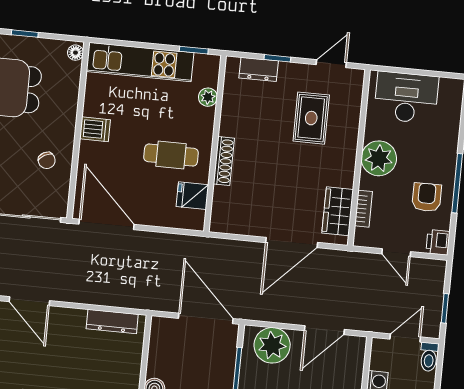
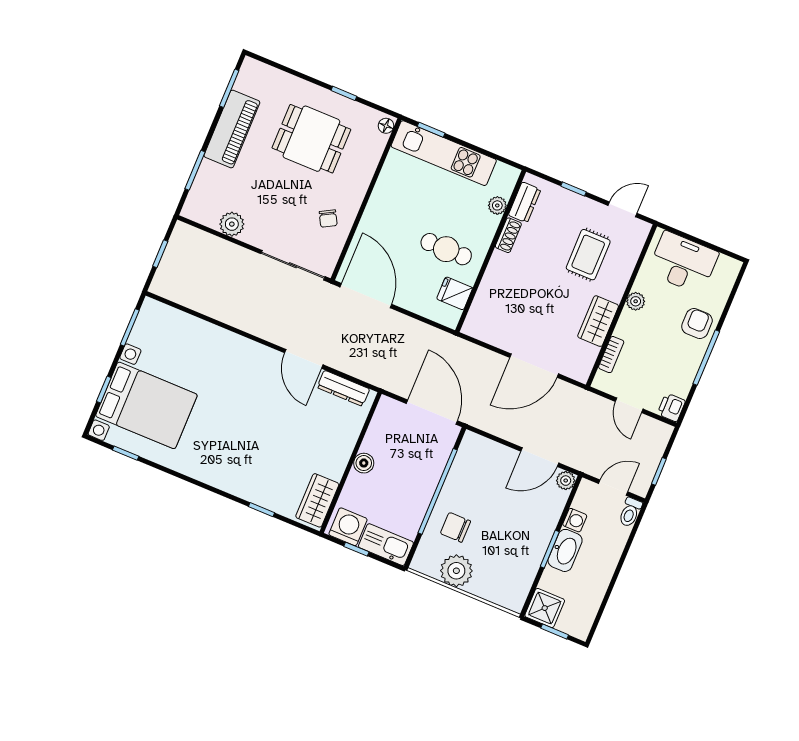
window: (194, 50) -> (431, 130), moved
dresser: (259, 69) -> (525, 202), moved, turned -90
dishwasher: (95, 129) -> (382, 203), removed
plant: (379, 158) -> (636, 301), width x0.53, depth x0.53
shoe rack: (224, 161) -> (508, 235), moved, width x0.70
armchair: (427, 197) -> (697, 324), moved
wardrobe: (338, 211) -> (598, 321), moved
door: (29, 301) -> (304, 359), moved
plant: (272, 345) -> (566, 481), moved, width x0.53, depth x0.53

